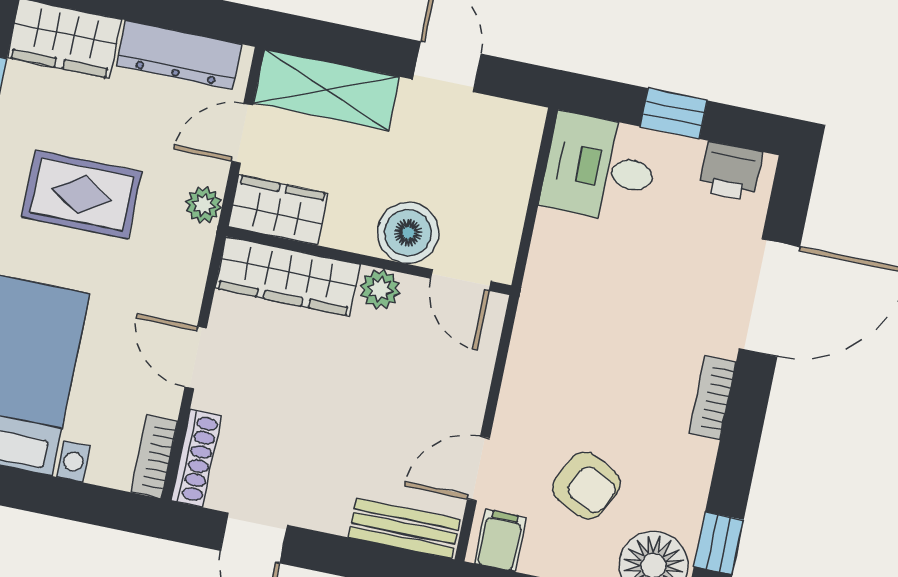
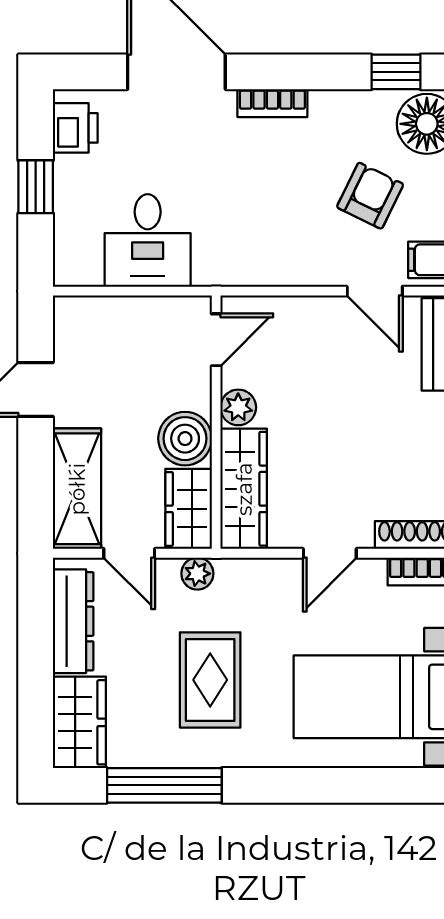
desk: (600, 168) -> (148, 240), moved
boiler: (408, 233) -> (185, 439), moved

